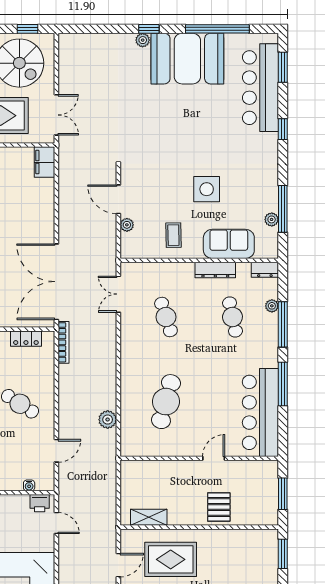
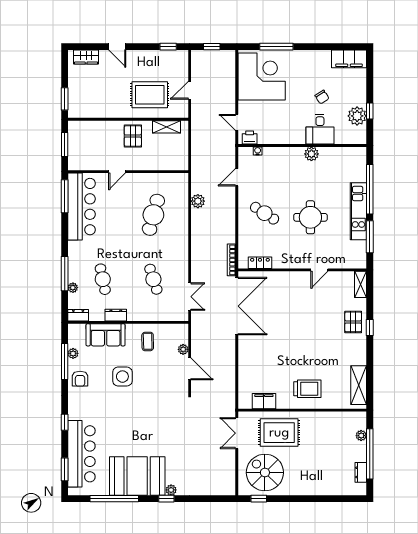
filing cabinet: (44, 162) -> (264, 401), moved, turned -90
armchair: (262, 186) -> (80, 379), added
dresser: (215, 270) -> (116, 315), width x0.70
window: (283, 384) -> (65, 196), moved
pallet: (219, 507) -> (133, 136), moved

